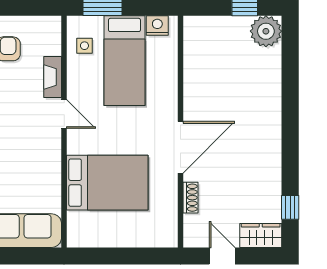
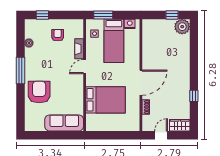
door: (64, 114) -> (85, 67), swing flipped
window: (290, 207) -> (194, 96), moved
door: (222, 256) -> (161, 135), hinge flipped

